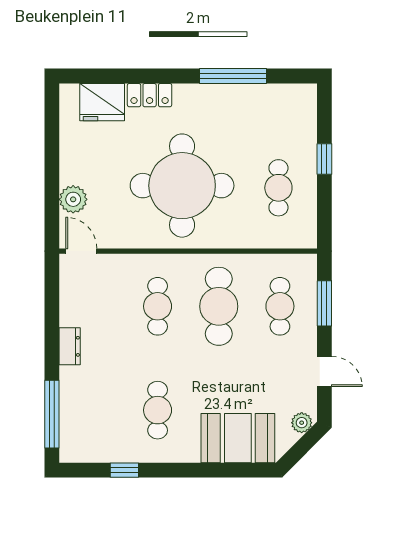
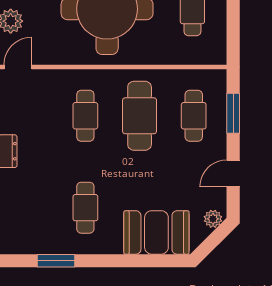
door: (81, 251) -> (18, 67), hinge flipped
door: (324, 372) -> (233, 174), swing flipped
window: (124, 470) -> (56, 261), width x1.50

